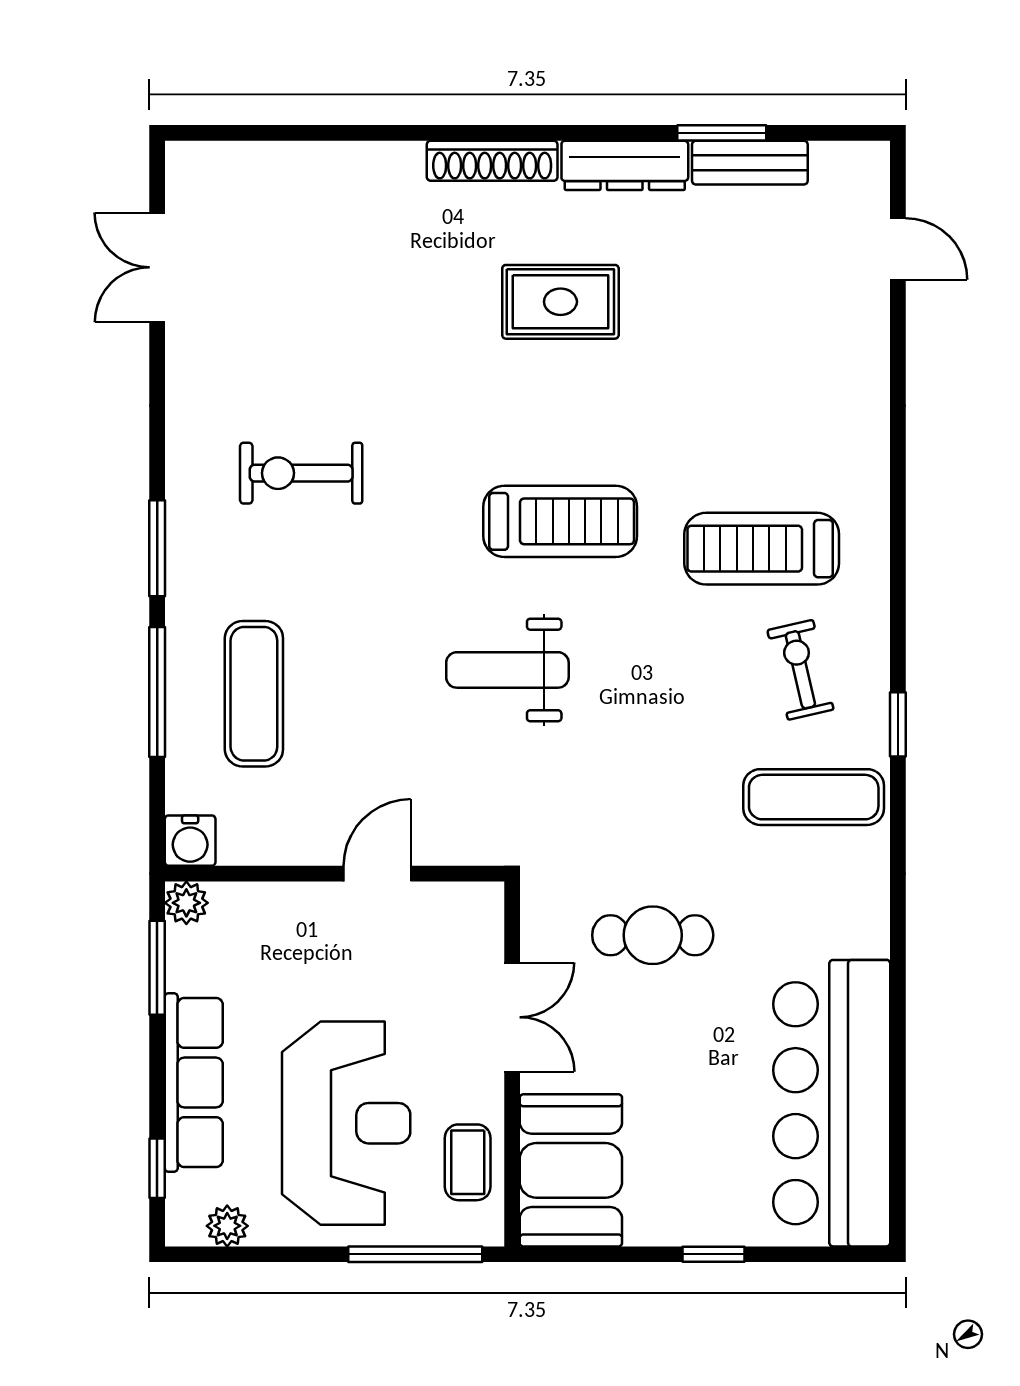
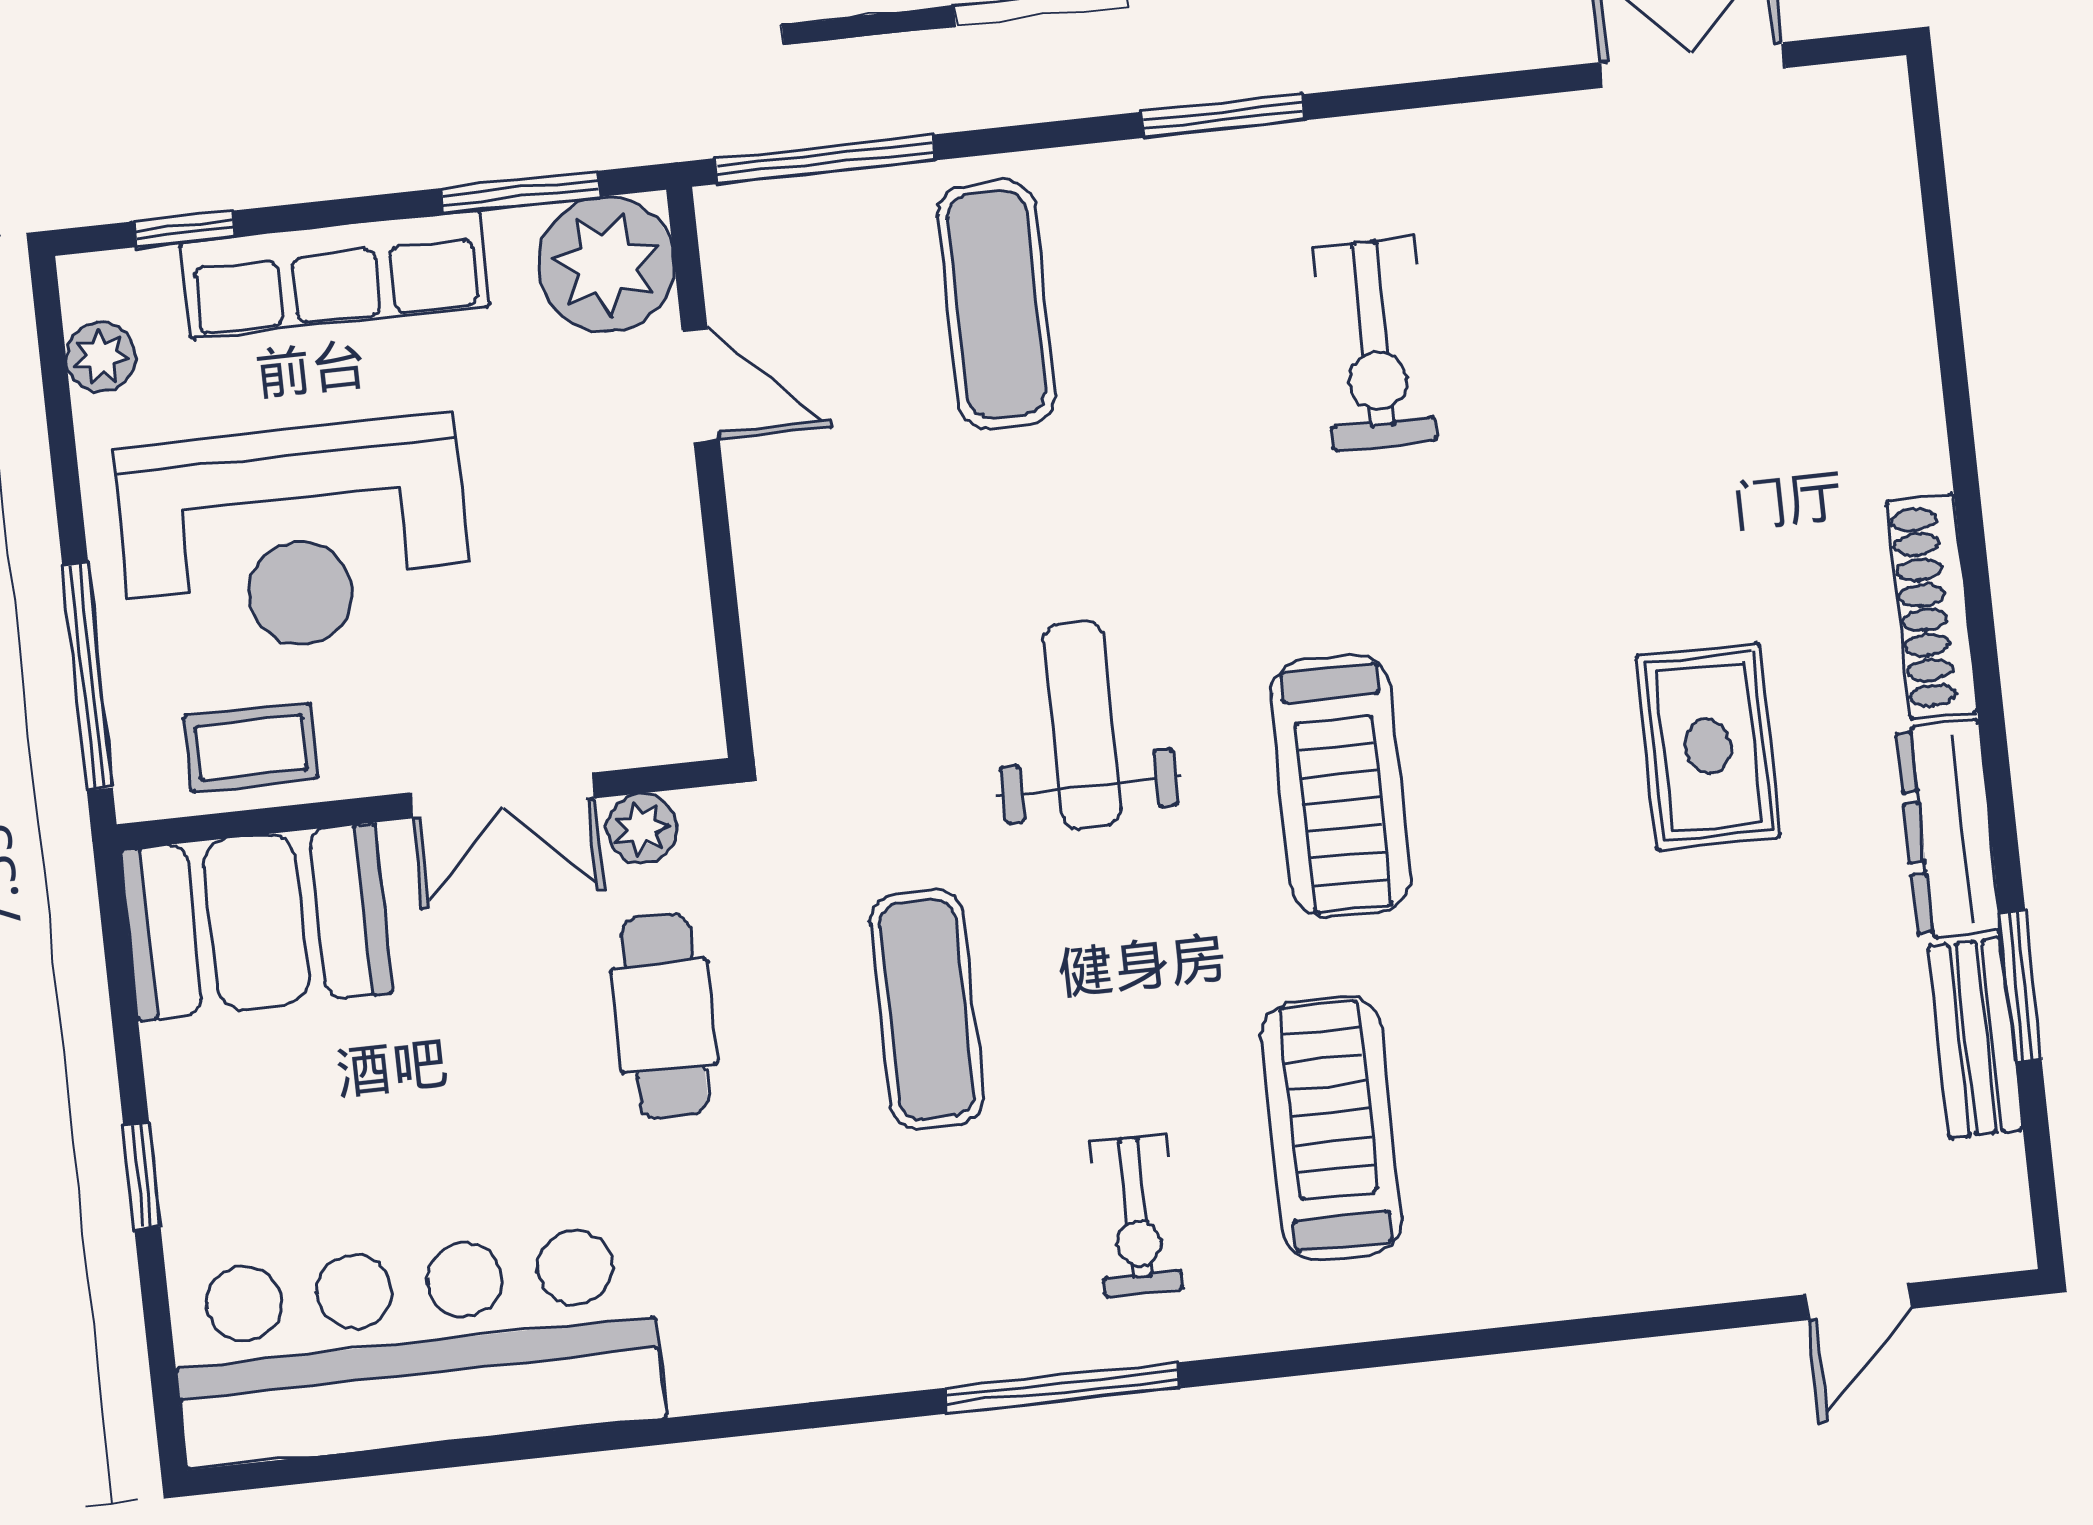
exercise bike: (301, 473) -> (1374, 344), turned 180
exercise bike: (800, 670) -> (1136, 1215), turned 103
window: (157, 692) -> (825, 159), moved
exercise mat: (254, 694) -> (996, 305), turned 90
window: (898, 724) -> (1062, 1388), width x2.17
exercise mat: (814, 797) -> (927, 1009), moved
water cooler: (190, 841) -> (739, 225), removed
door: (377, 874) -> (701, 385), moved
plant: (186, 903) -> (606, 264), width x1.88, depth x1.88
plant: (540, 937) -> (642, 828), added

